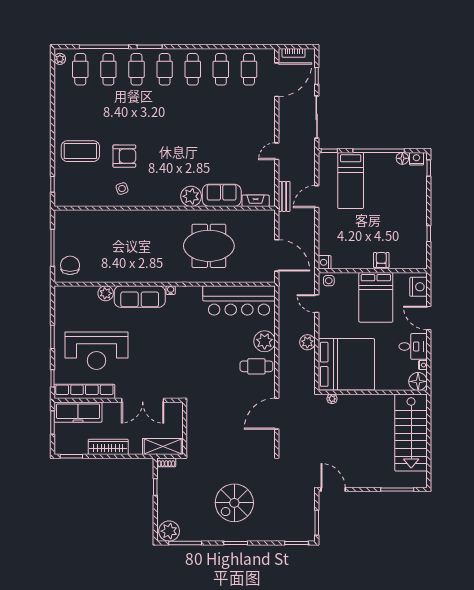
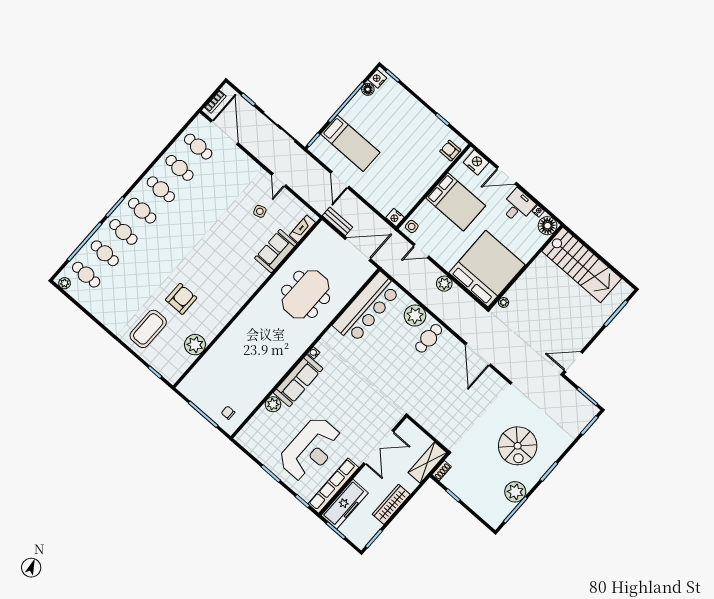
side table: (122, 189) -> (260, 211), moved
plant: (191, 196) -> (195, 345), moved
bench: (284, 196) -> (337, 221), moved
armchair: (381, 260) -> (450, 151), moved
chair: (70, 265) -> (228, 413), width x0.54, depth x0.54
plant: (169, 531) -> (515, 492), moved

